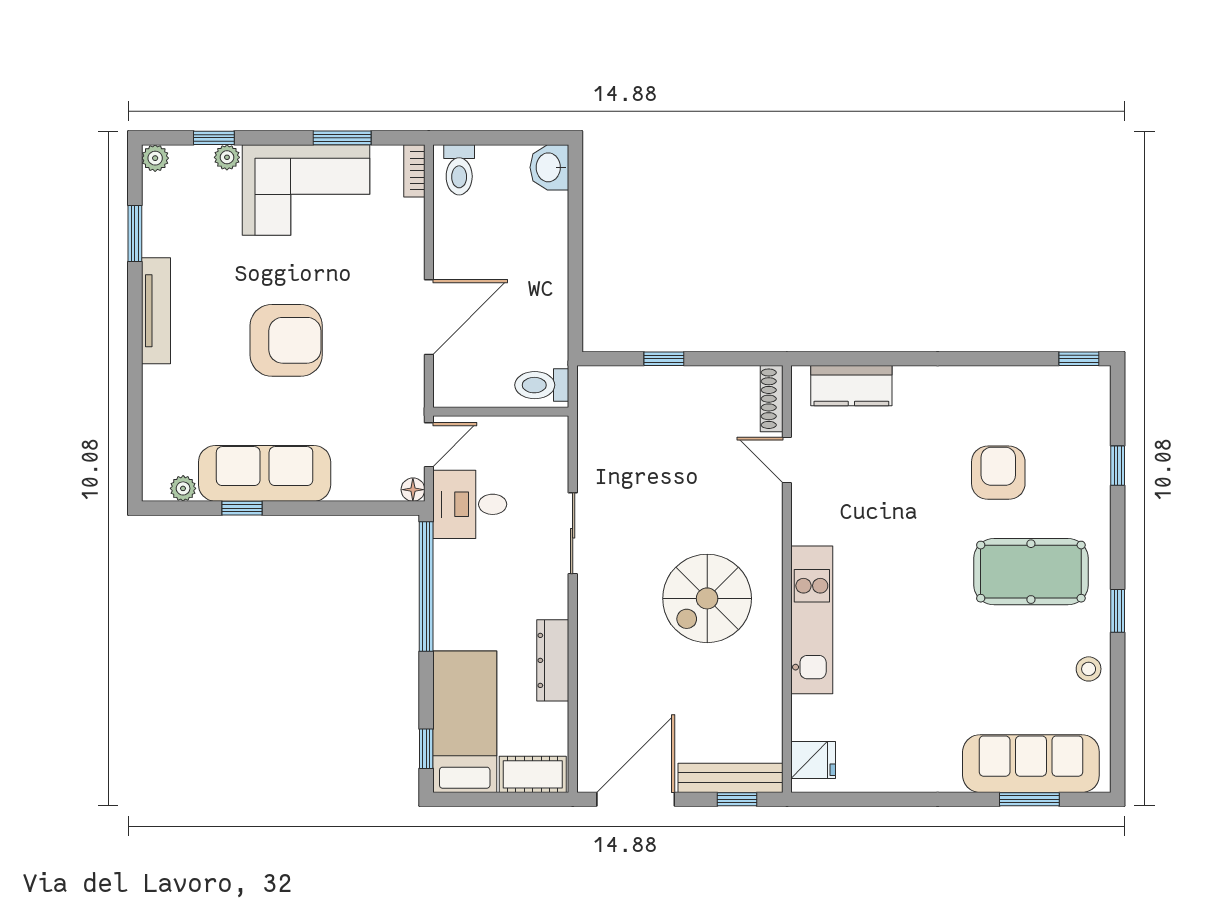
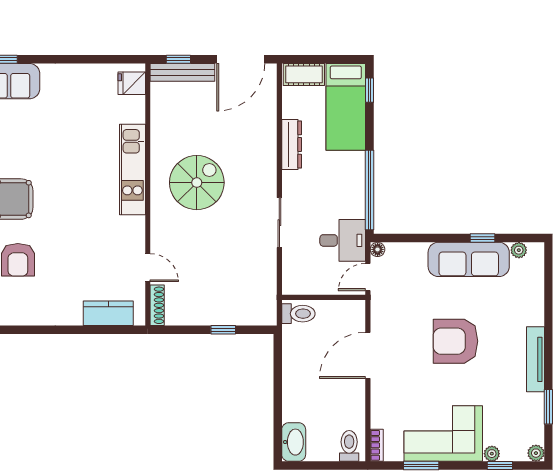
washbasin: (549, 167) -> (294, 442), width x1.38

